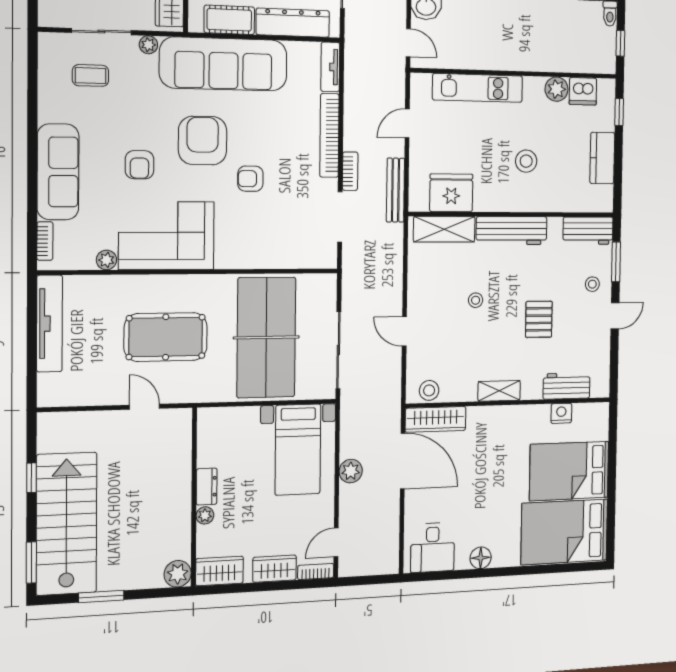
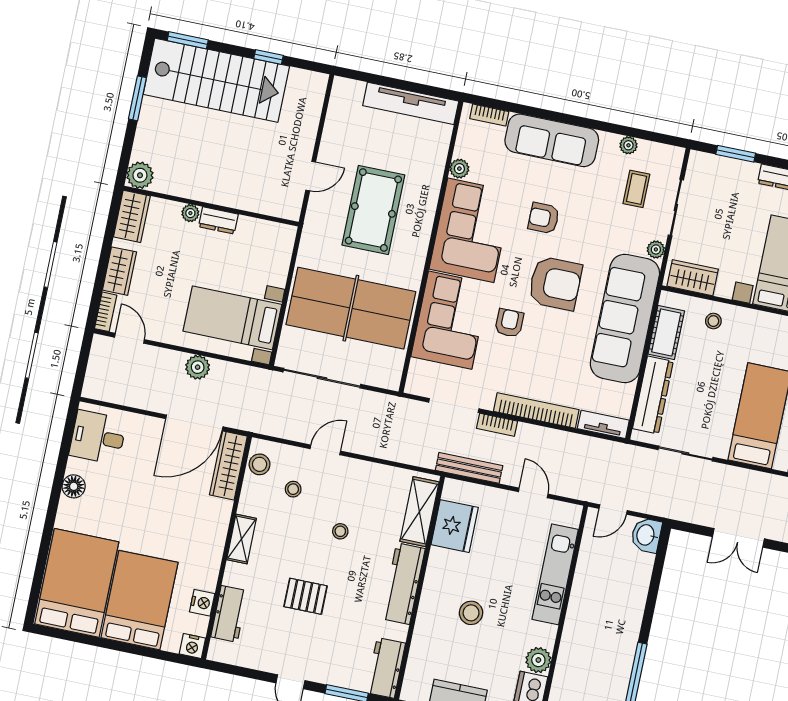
plant: (47, 92) -> (628, 145), added
corner sofa: (259, 238) -> (450, 320), added
stool: (592, 284) -> (293, 489), moved
nightstand: (600, 413) -> (192, 646), added

